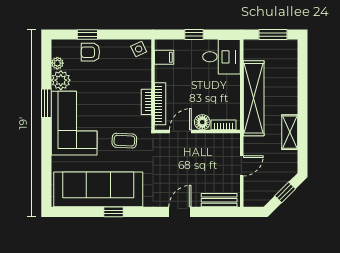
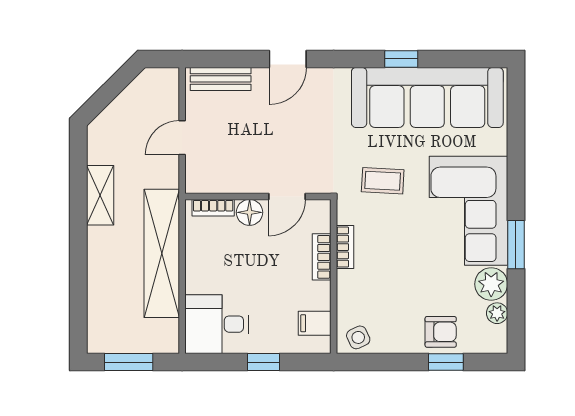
bookcase: (160, 104) -> (322, 257), width x0.64
window: (285, 192) -> (108, 92), removed

